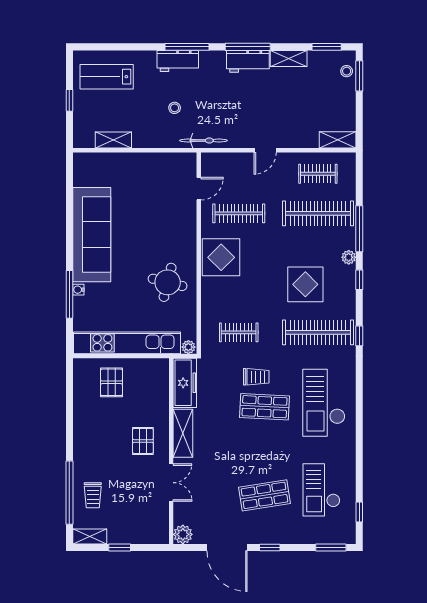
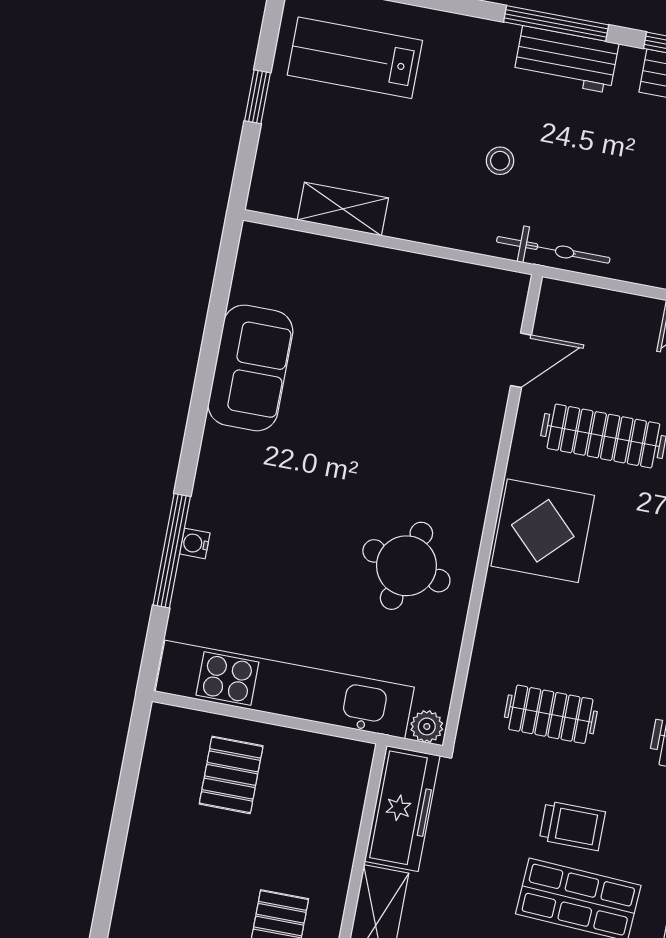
workbench: (178, 61) -> (566, 59), moved
sofa: (92, 235) -> (250, 368), width x0.54, depth x0.79

